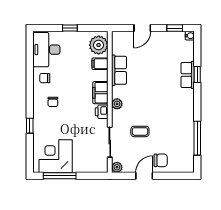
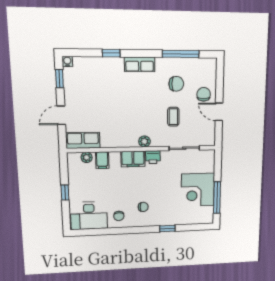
door: (142, 28) -> (61, 115), swing flipped
plant: (99, 45) -> (87, 157), width x0.53, depth x0.53
row of seats: (119, 70) -> (83, 140), moved
row of seats: (188, 75) -> (140, 64), moved
chair: (170, 134) -> (176, 84), added
corner desk: (56, 156) -> (198, 190), moved
plant: (117, 167) -> (210, 140), removed

